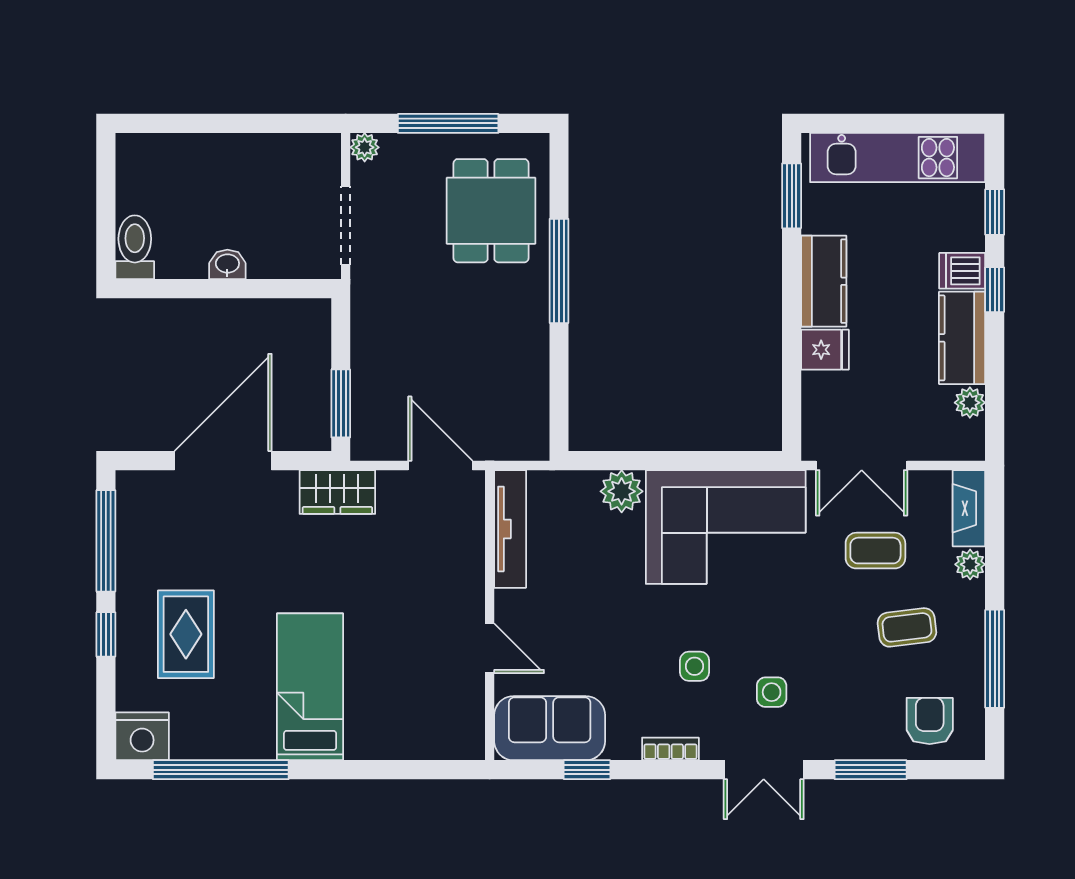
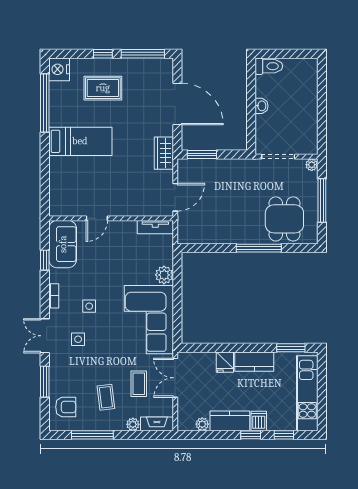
dining table: (491, 211) -> (284, 219), turned 90
tv unit: (510, 529) -> (155, 227), width x0.71

